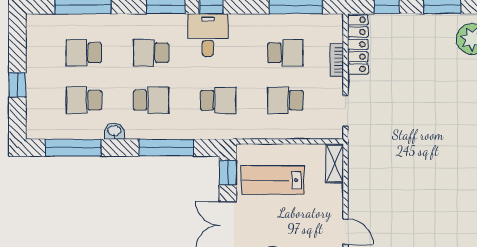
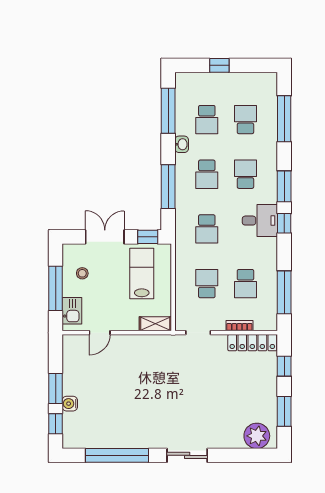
school desk: (84, 100) -> (207, 120), turned 180

